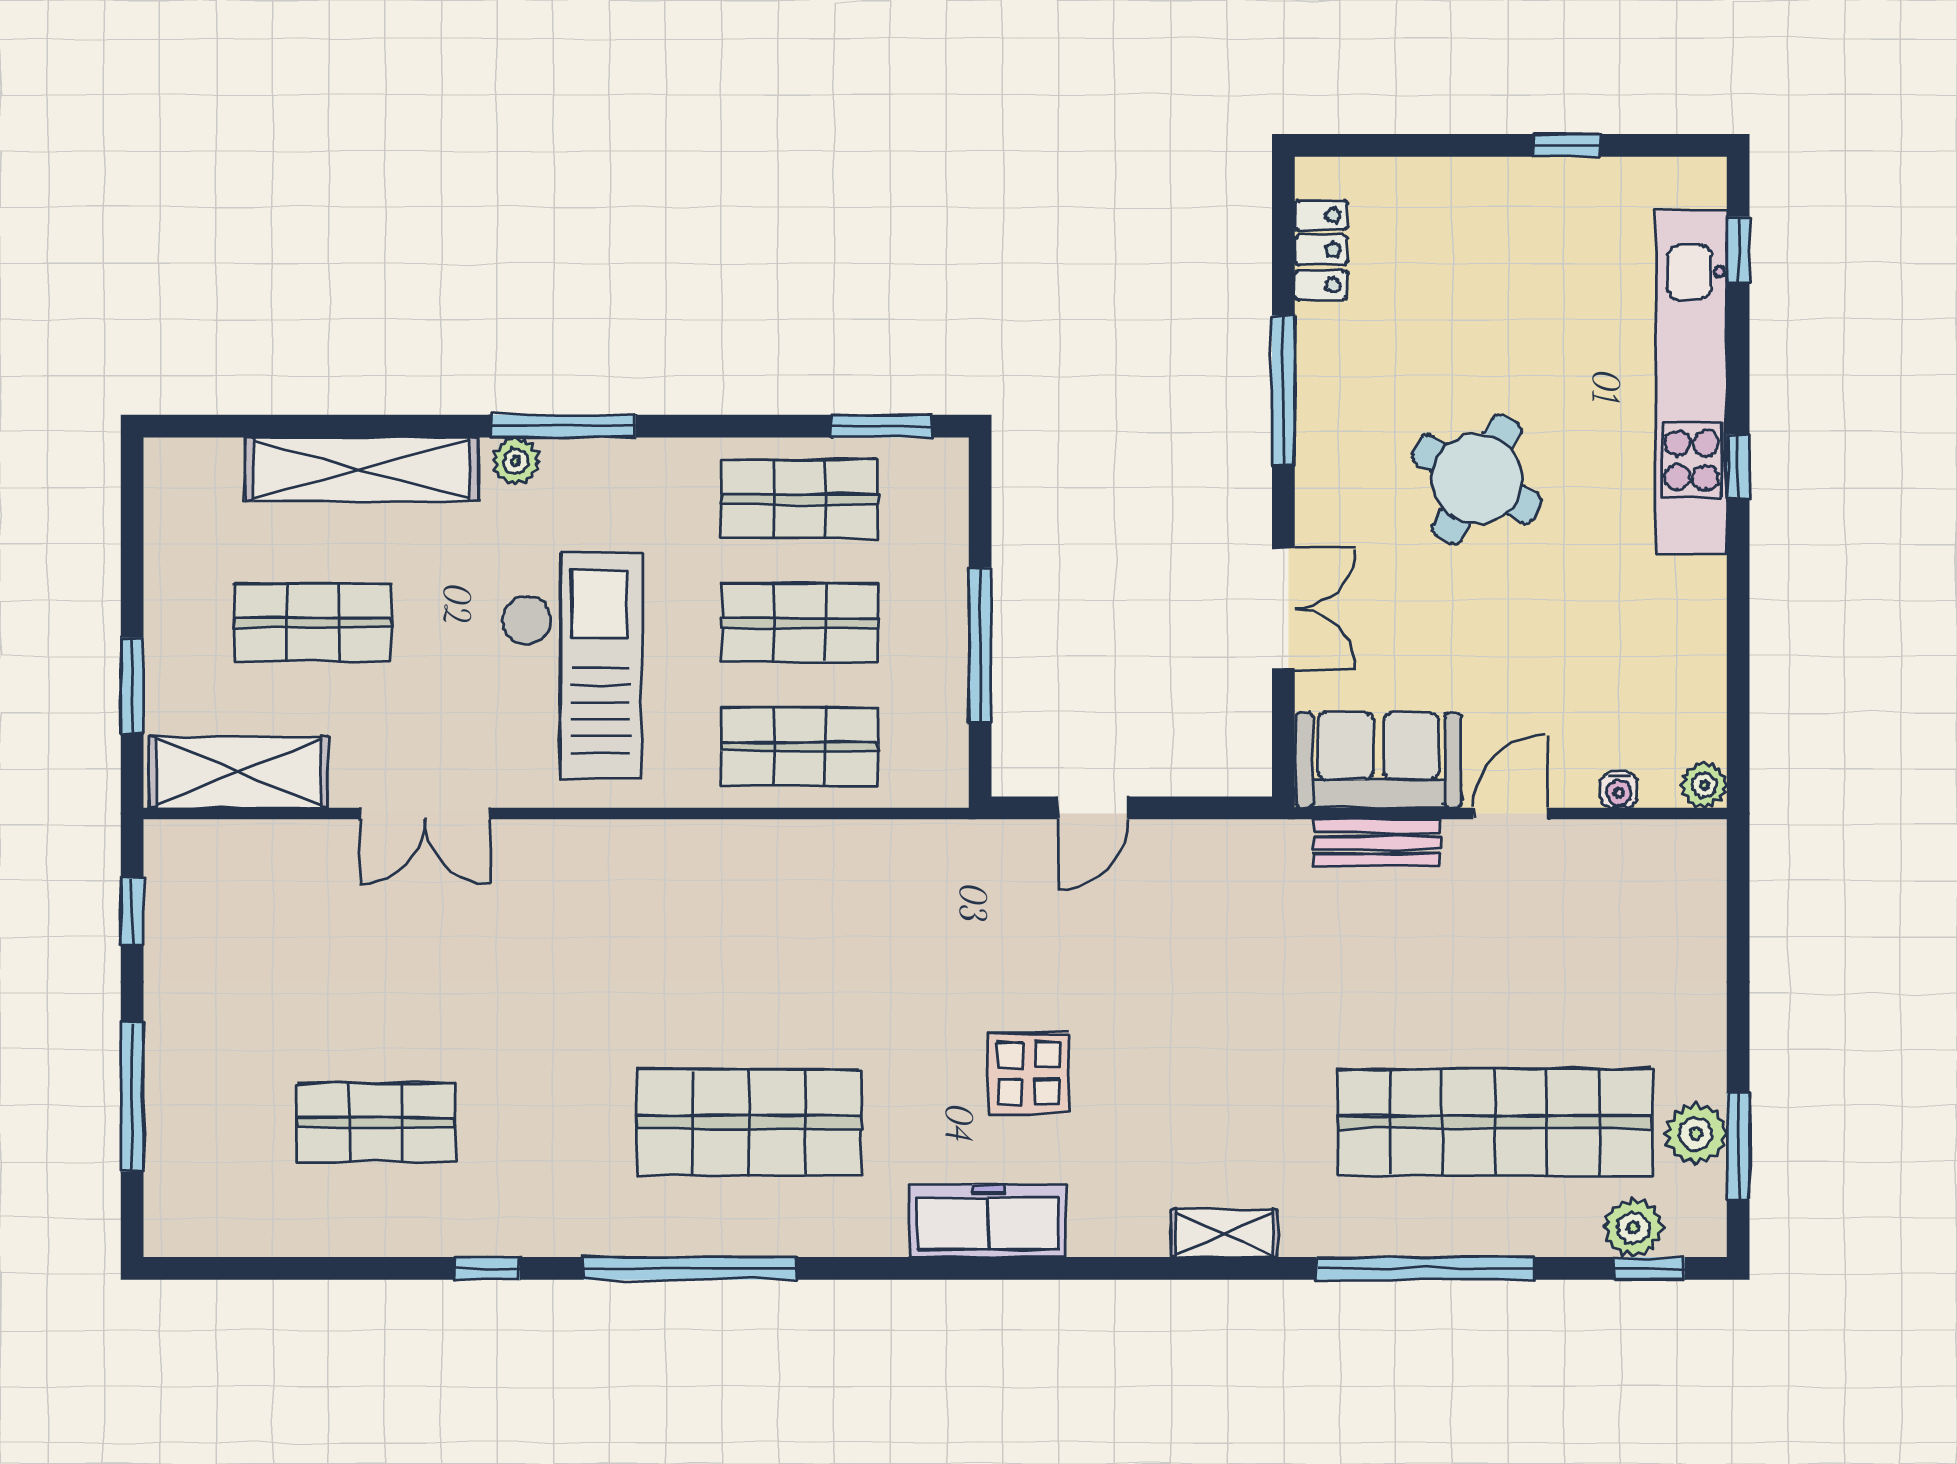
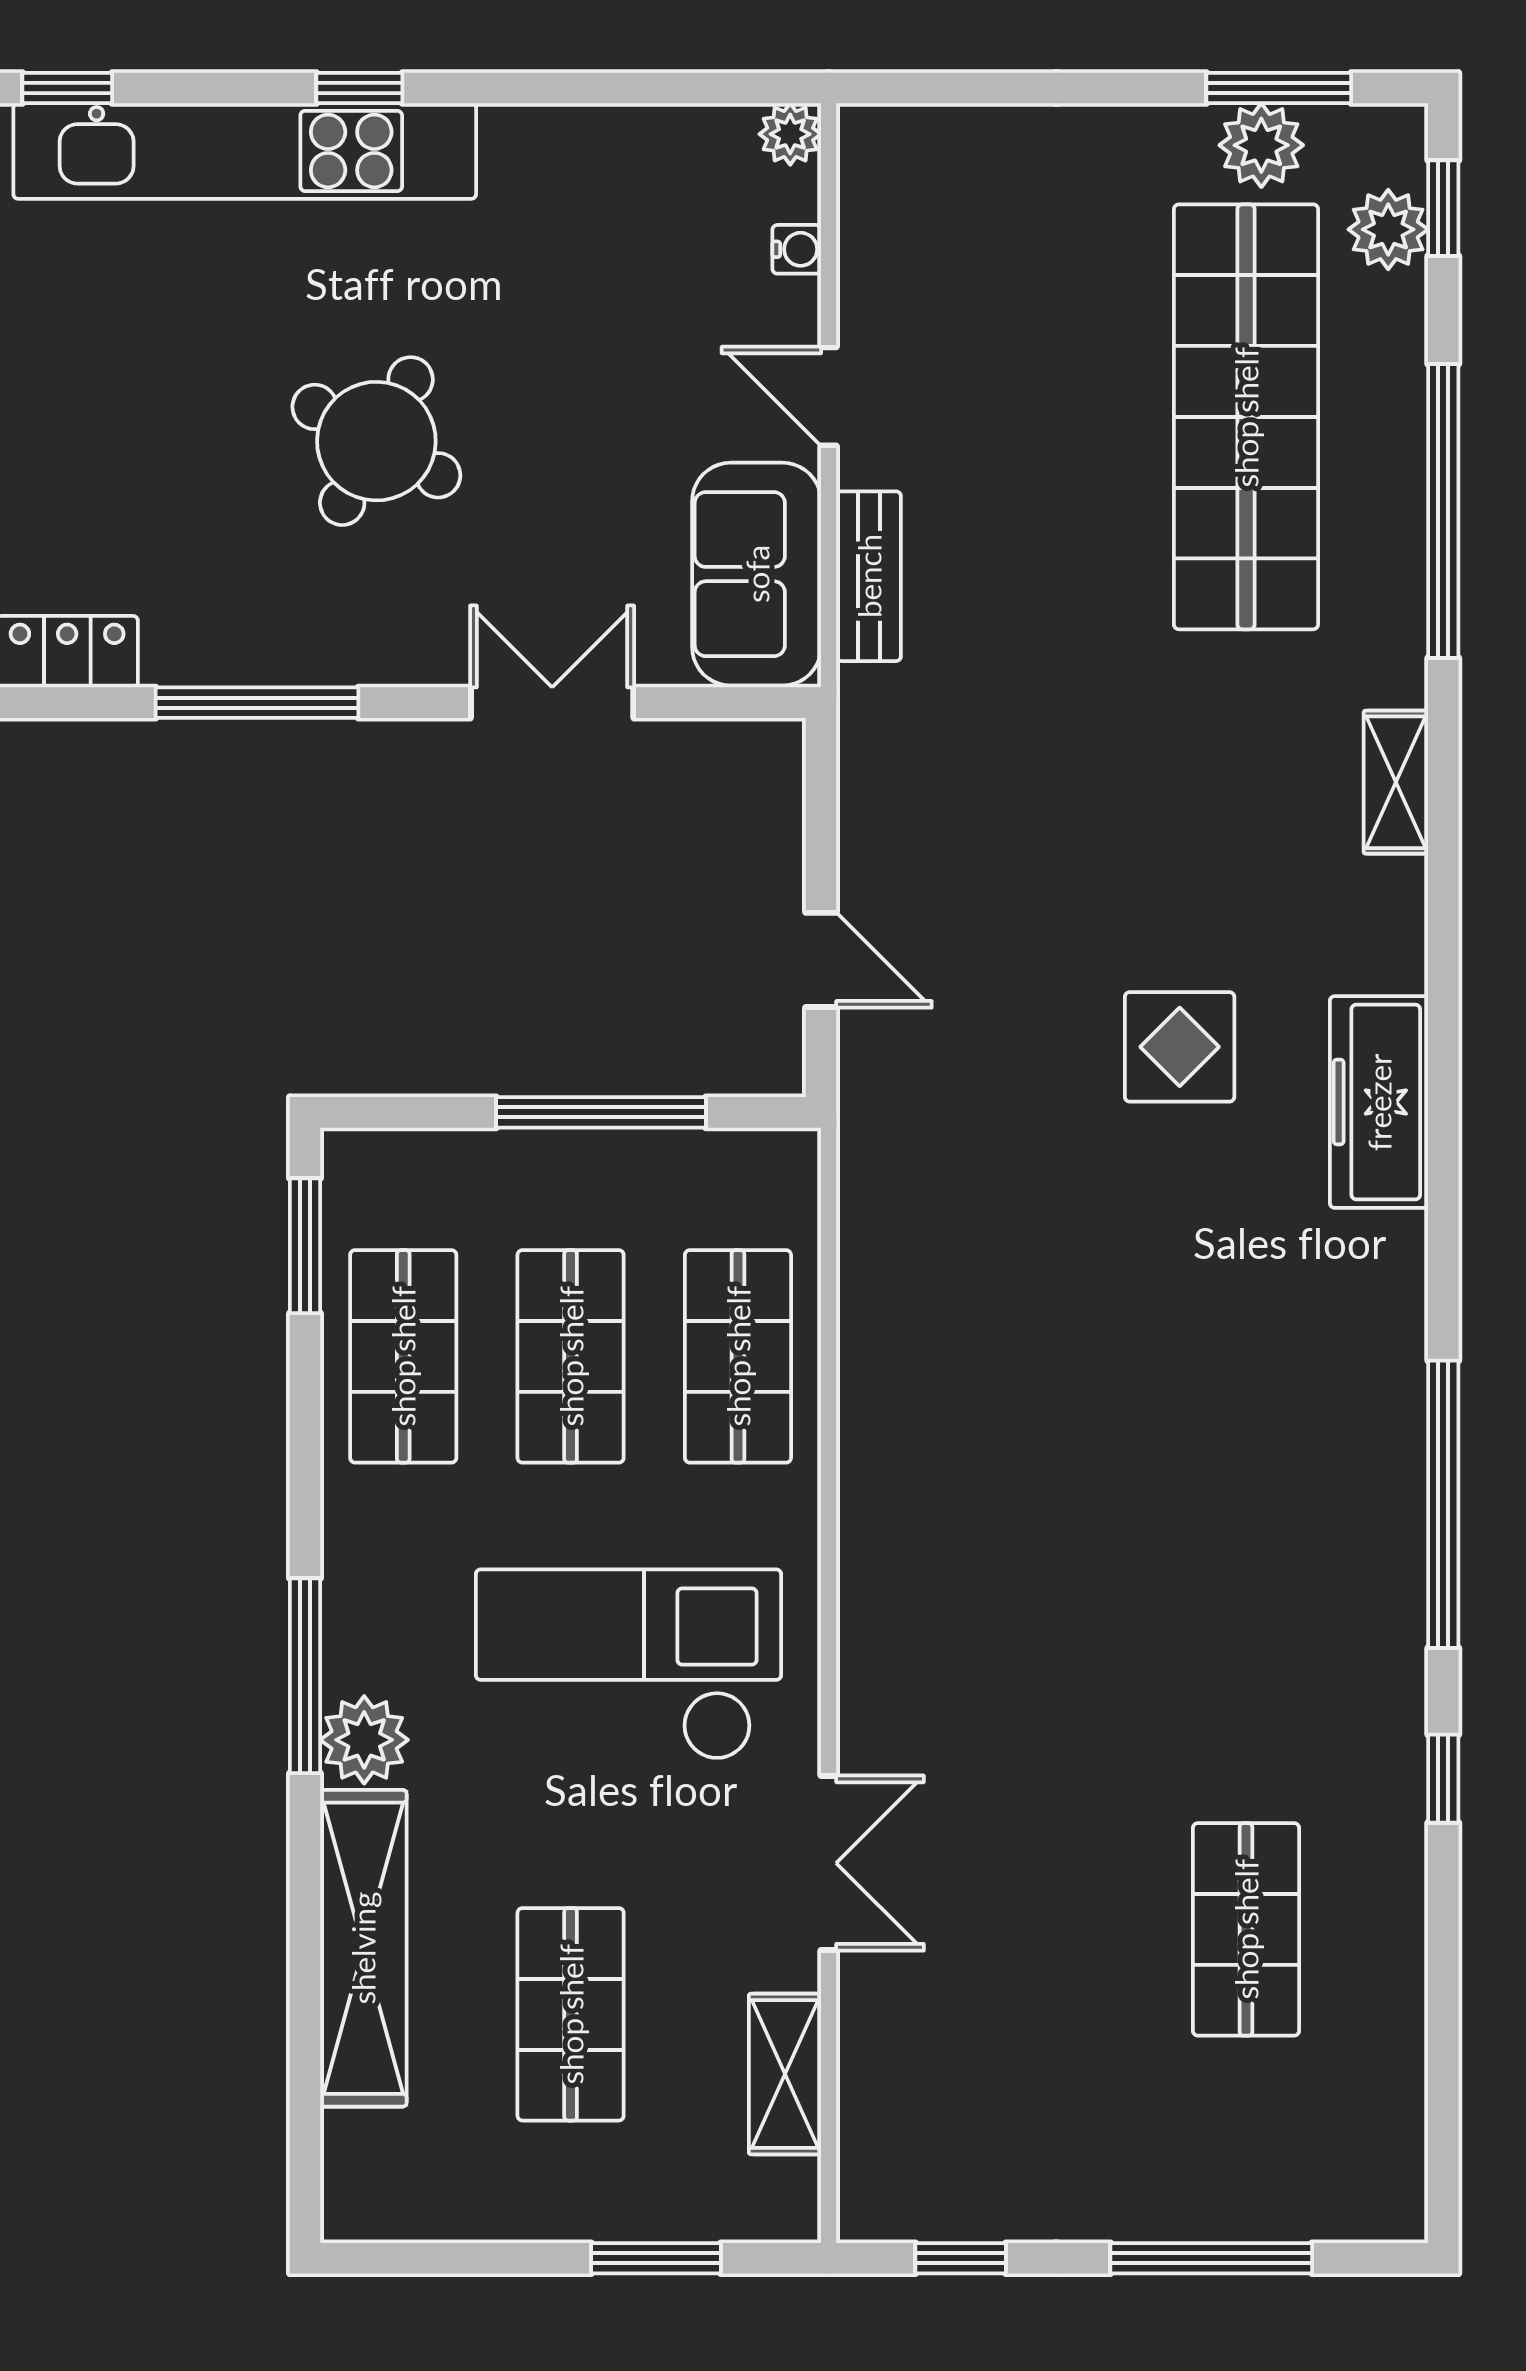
plant: (516, 461) -> (364, 1740), width x1.38, depth x1.38
shelving: (239, 772) -> (785, 2074), width x0.67, depth x0.75
shop shelf: (749, 1122) -> (1246, 1425), removed

